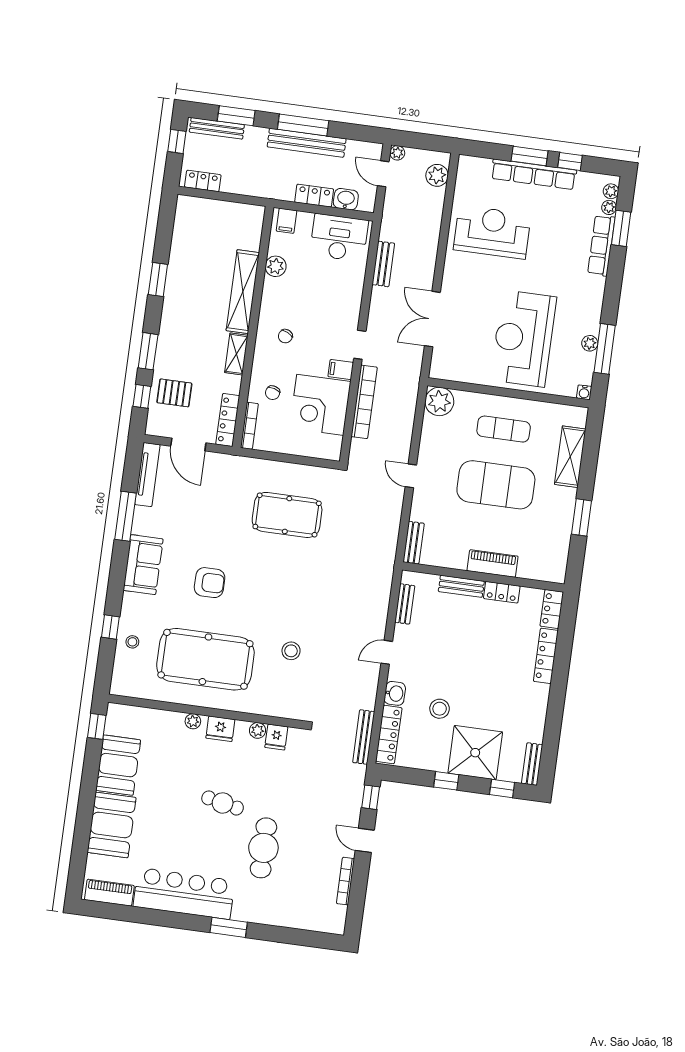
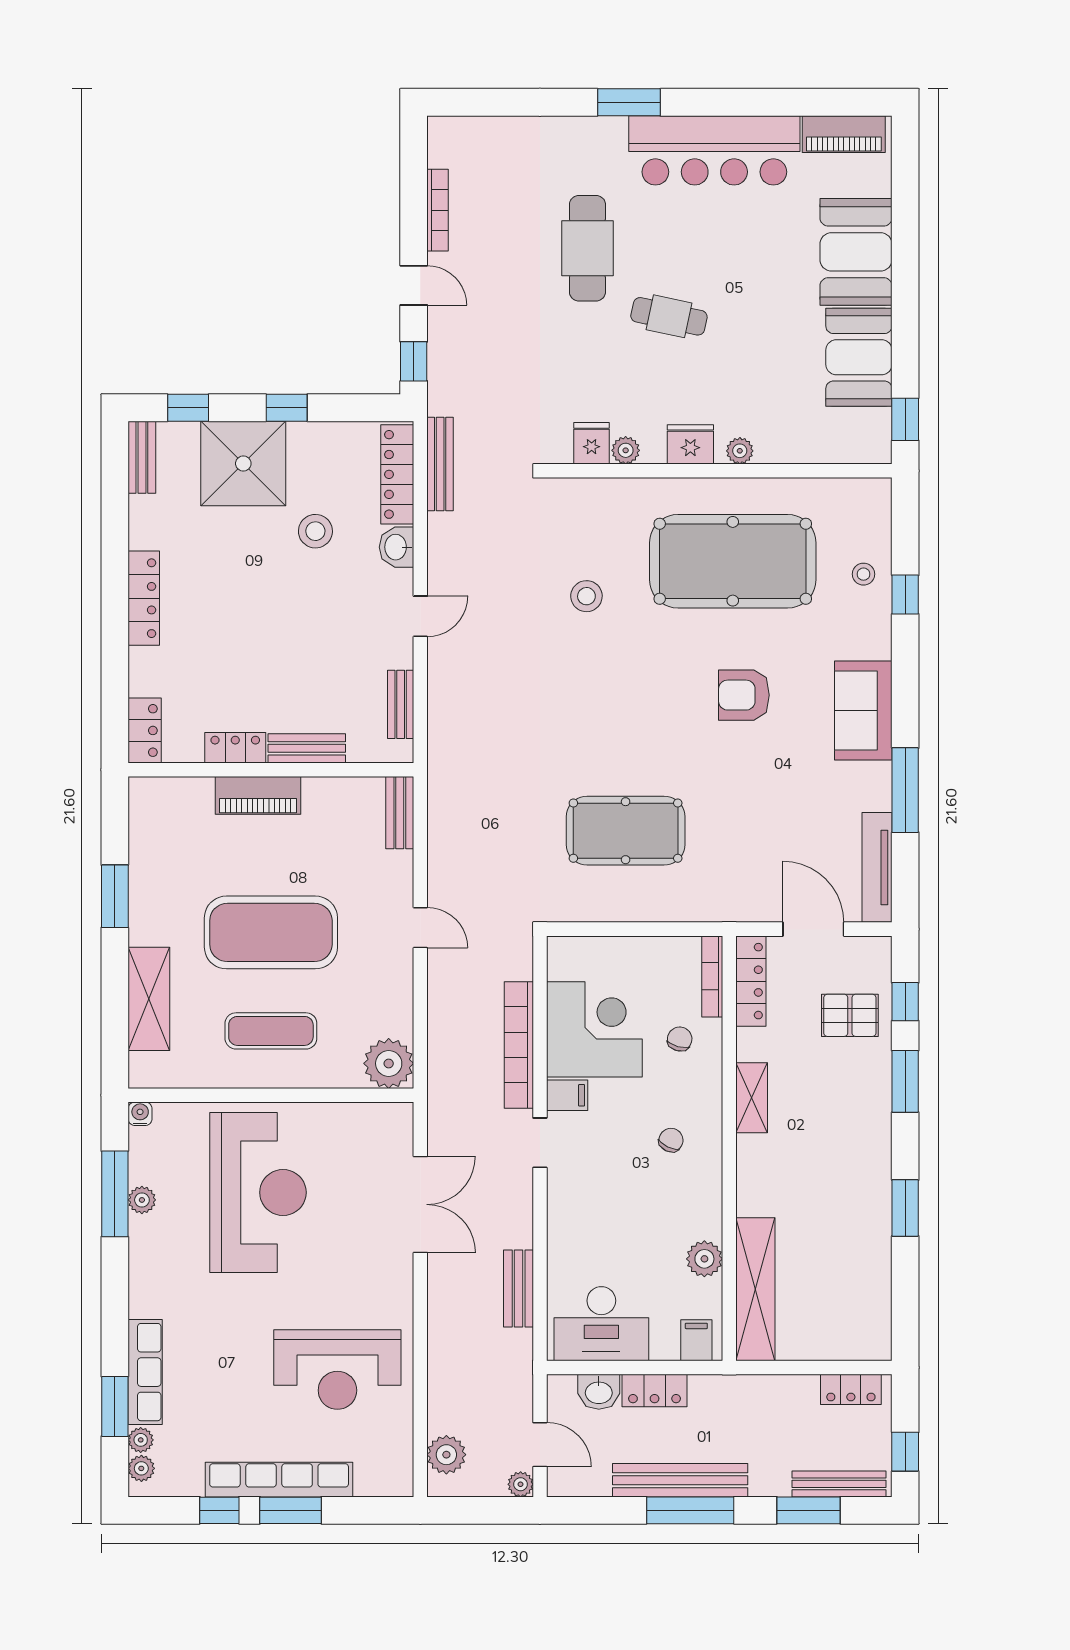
shelving: (243, 292) -> (755, 1289), moved
locker: (546, 656) -> (144, 598), moved

